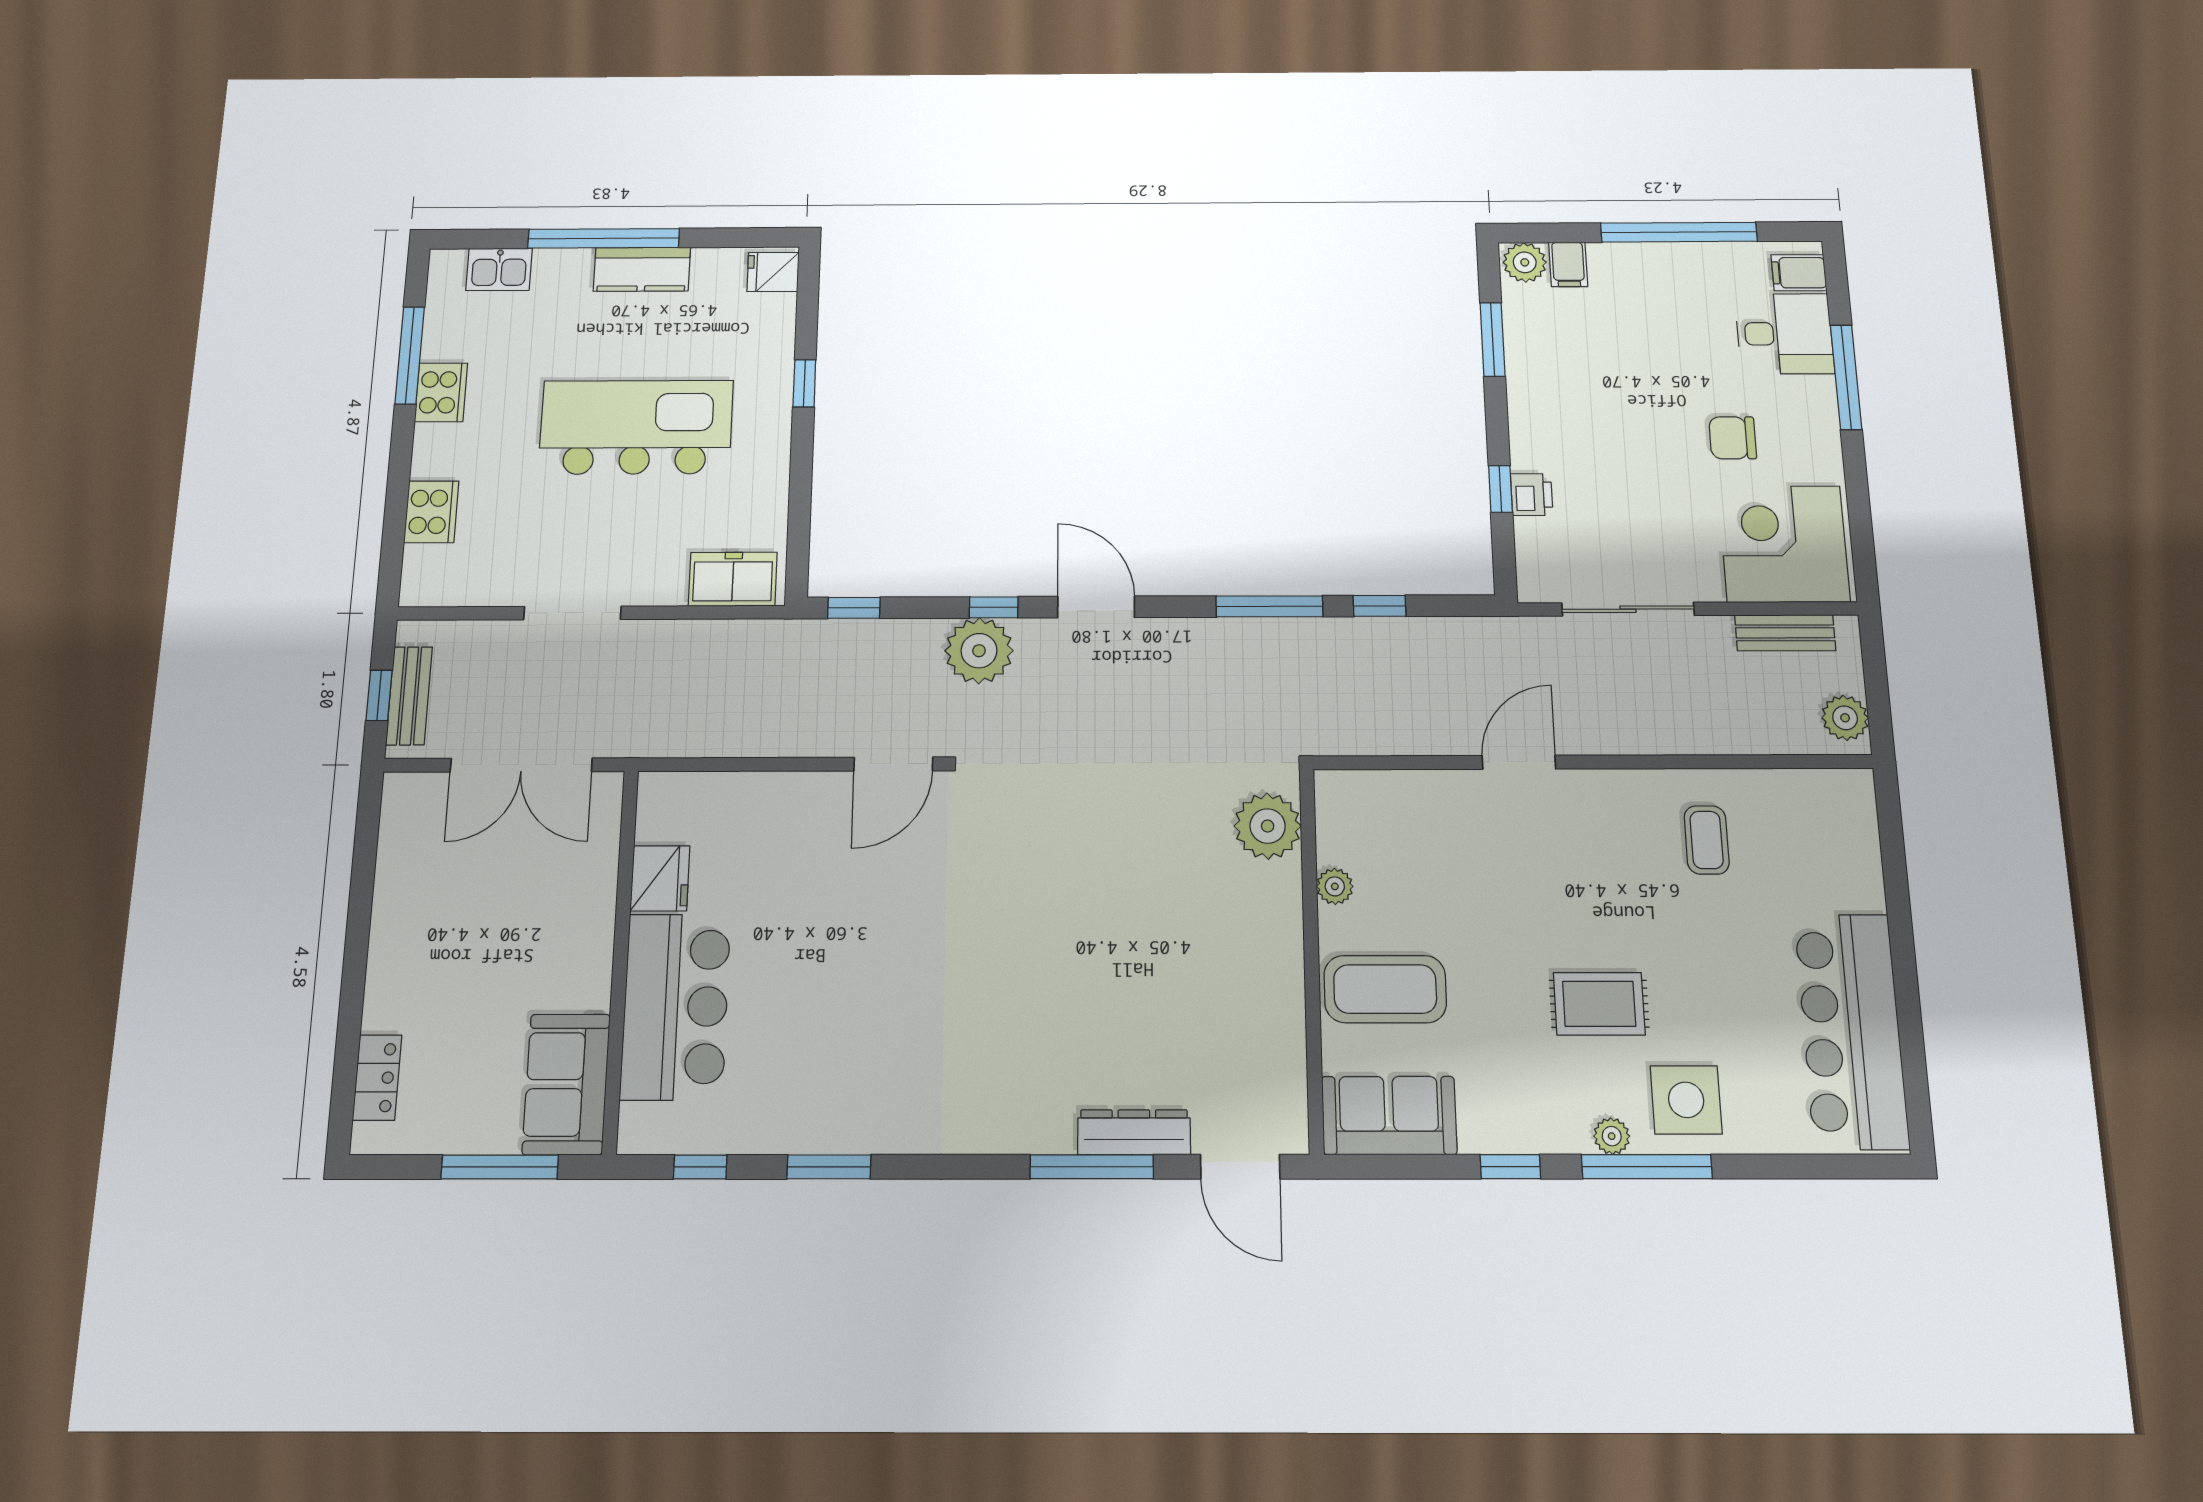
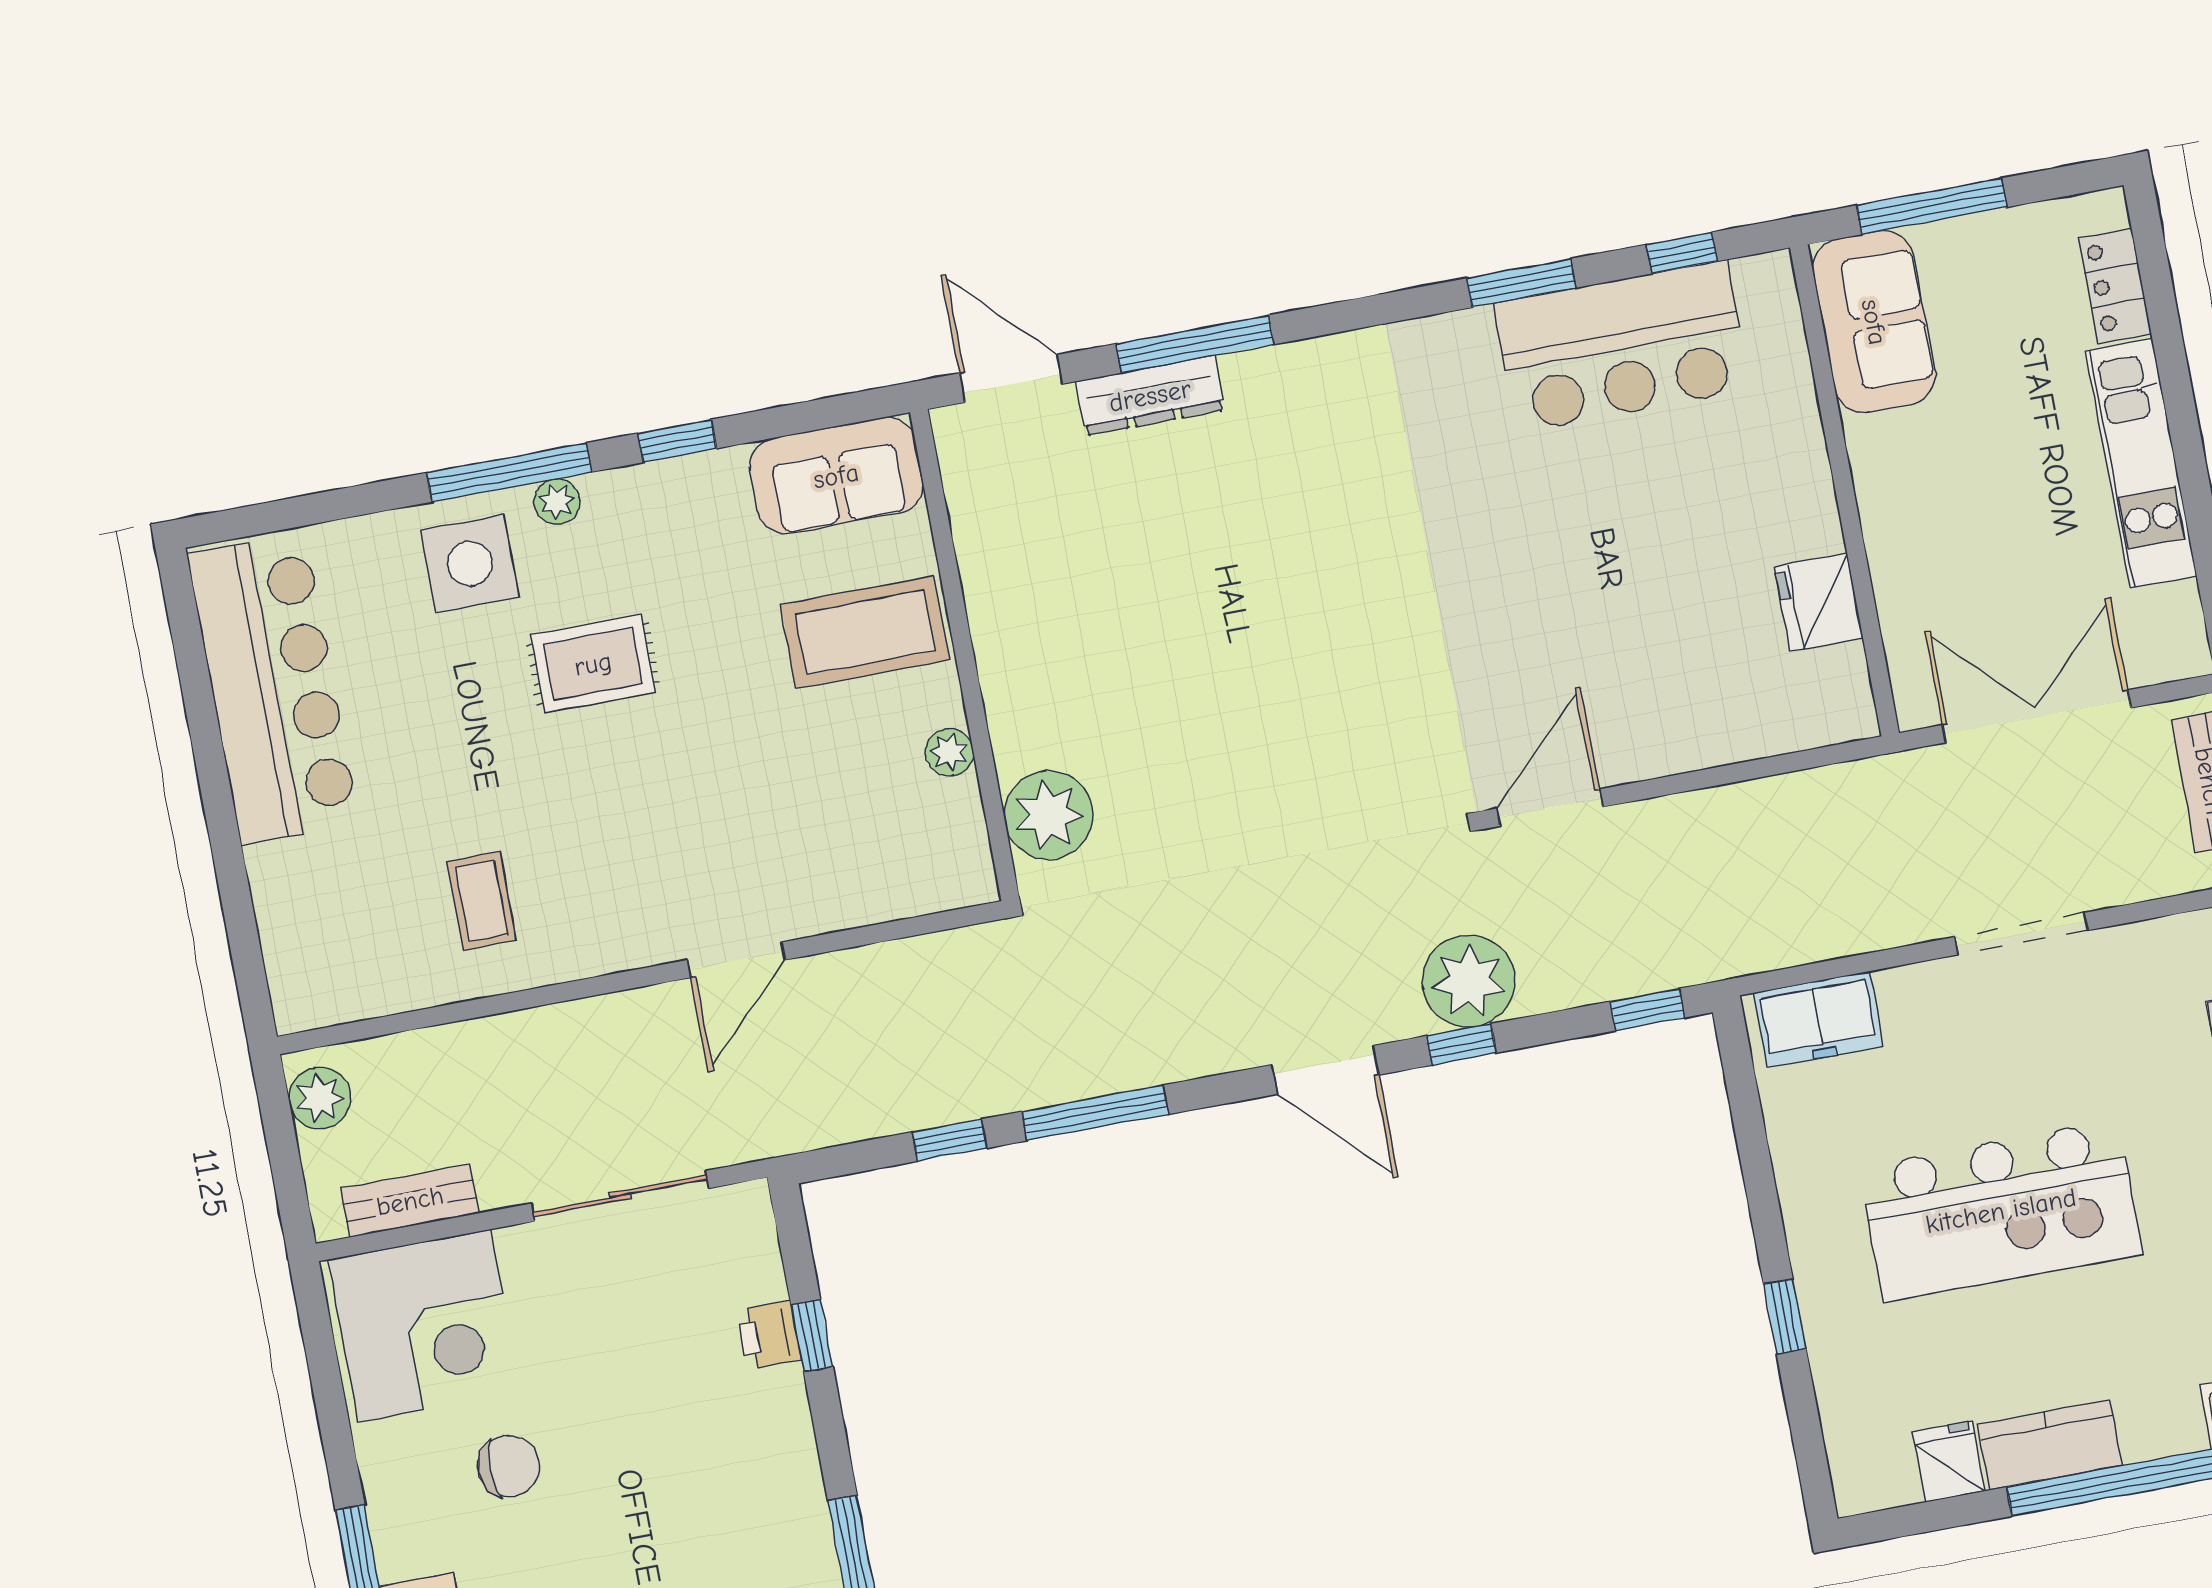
fridge: (773, 272) -> (1949, 1461), moved, turned -90
kitchen unit: (395, 938) -> (2141, 463), added
bar counter: (676, 1006) -> (1622, 346), moved, turned -90

